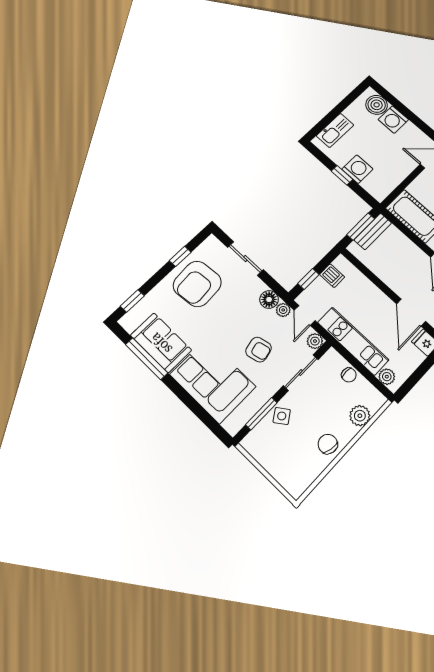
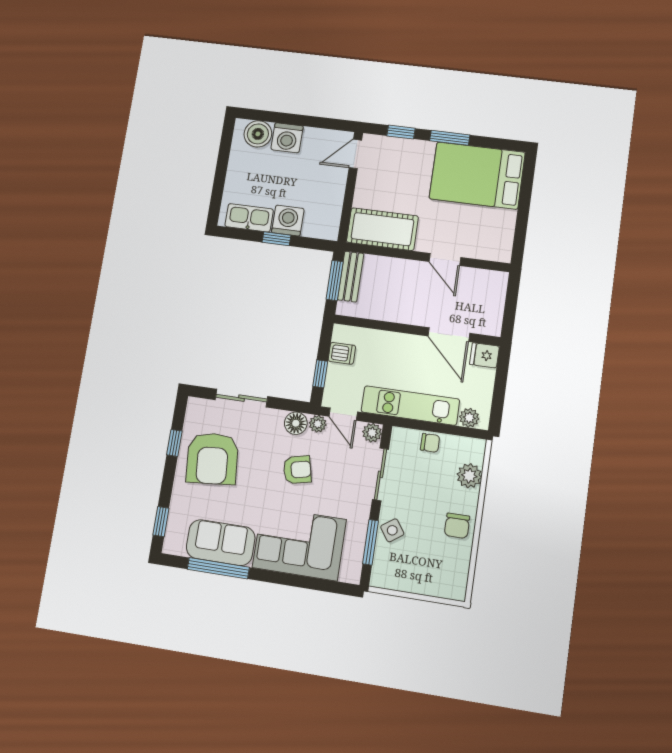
kitchen sink: (335, 130) -> (249, 218), moved, turned -90
armchair: (259, 350) -> (297, 470), moved
chair: (328, 444) -> (457, 526), turned -102

